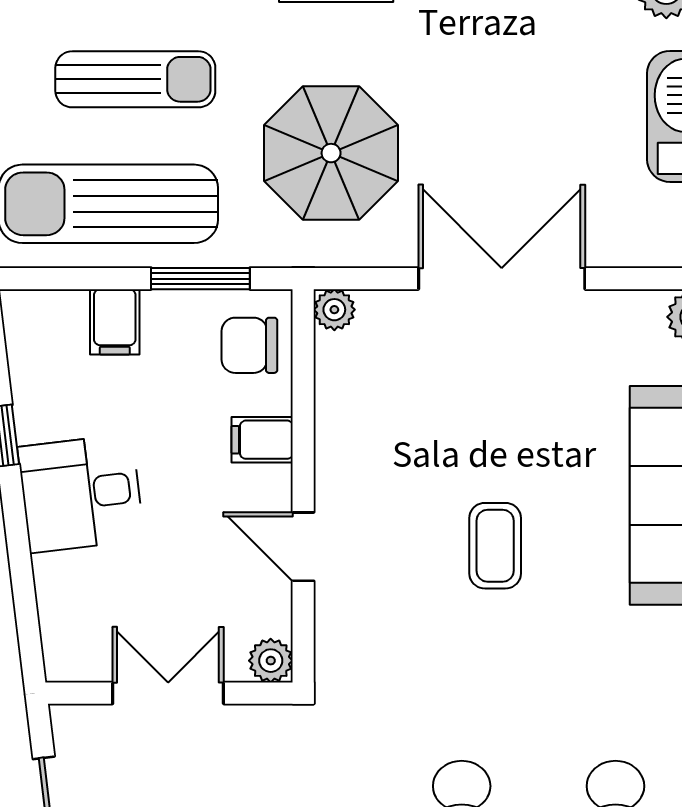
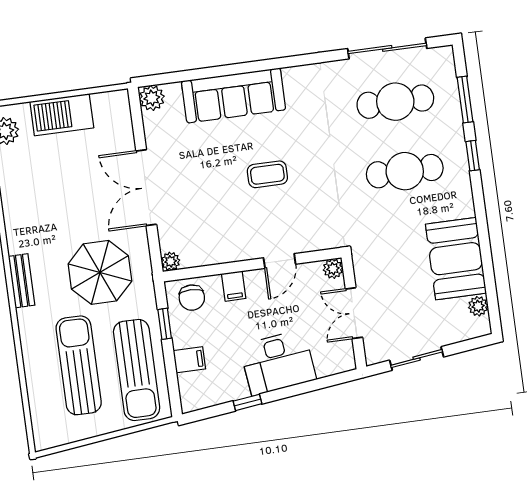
sun lounger: (135, 79) -> (79, 365), width x1.36, depth x1.34
window: (200, 279) -> (165, 324), width x0.67
desk: (81, 493) -> (278, 362), width x1.37

